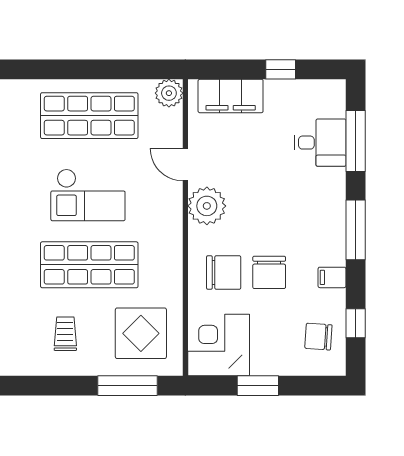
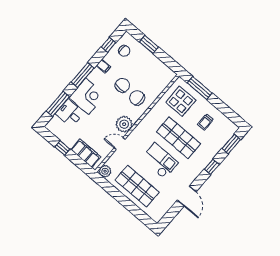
door: (185, 165) -> (120, 143), swing flipped
corner desk: (219, 345) -> (87, 96), moved, turned -90
window: (258, 386) -> (149, 44), moved

